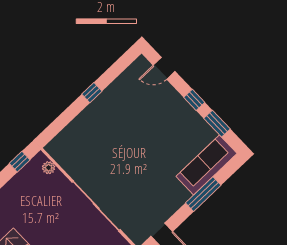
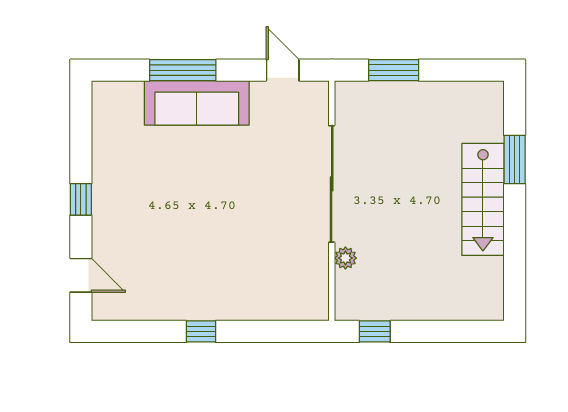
window: (217, 124) -> (81, 142), removed
sofa: (206, 165) -> (197, 103), moved
plant: (49, 168) -> (345, 258), moved

